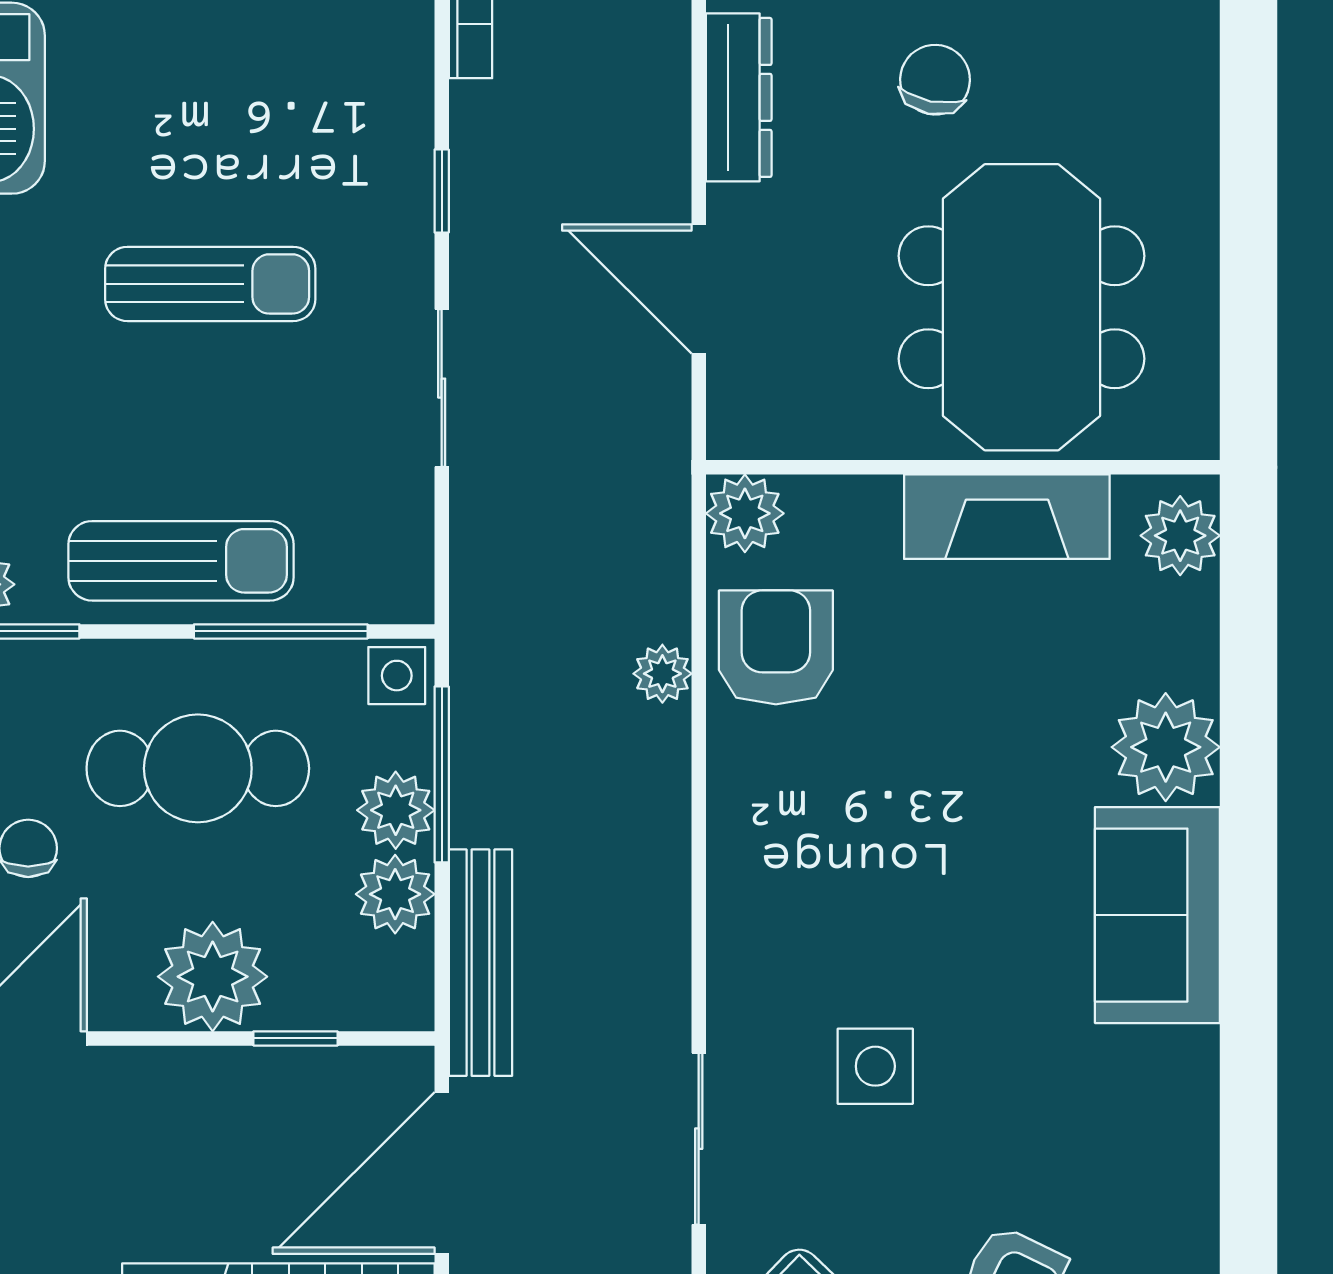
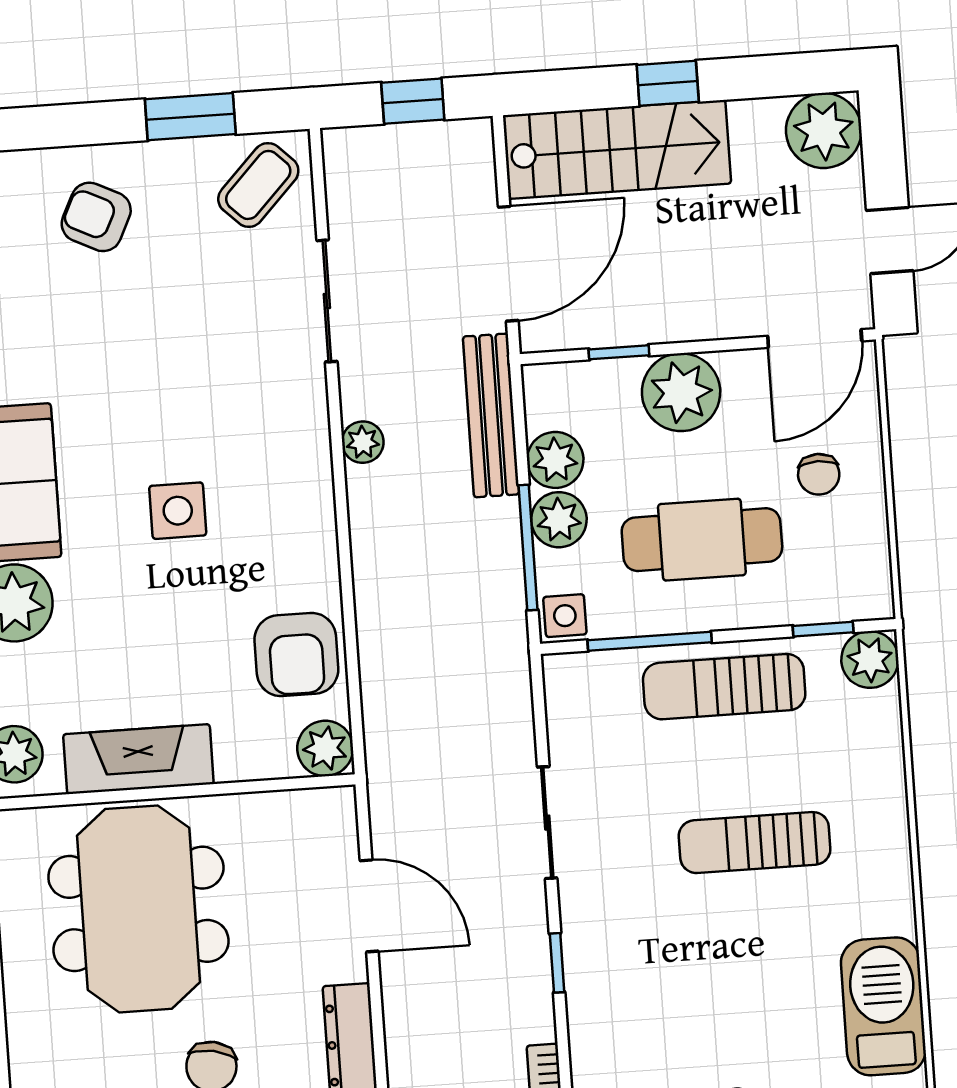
sun lounger: (210, 284) -> (755, 843), moved
plant: (662, 674) -> (363, 442), moved
side table: (875, 1066) -> (178, 511), moved

